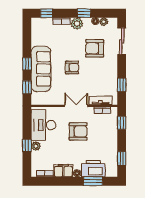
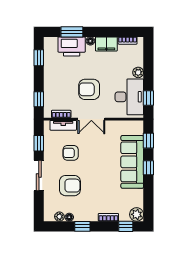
plant: (77, 24) -> (137, 214), moved
sliding door: (122, 41) -> (39, 175), moved
armchair: (72, 67) -> (71, 153), moved
window: (27, 145) -> (148, 98), moved

